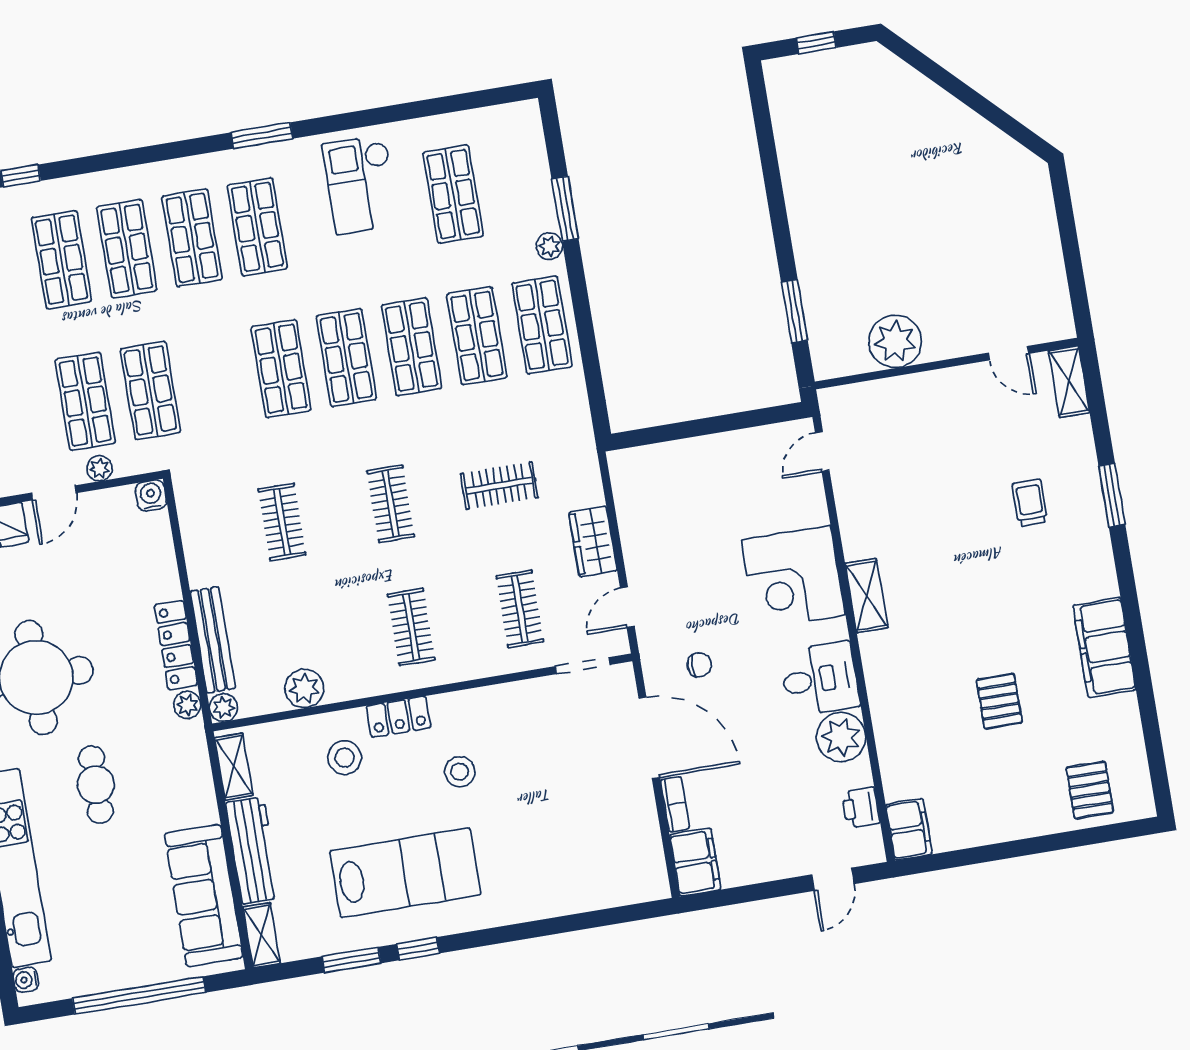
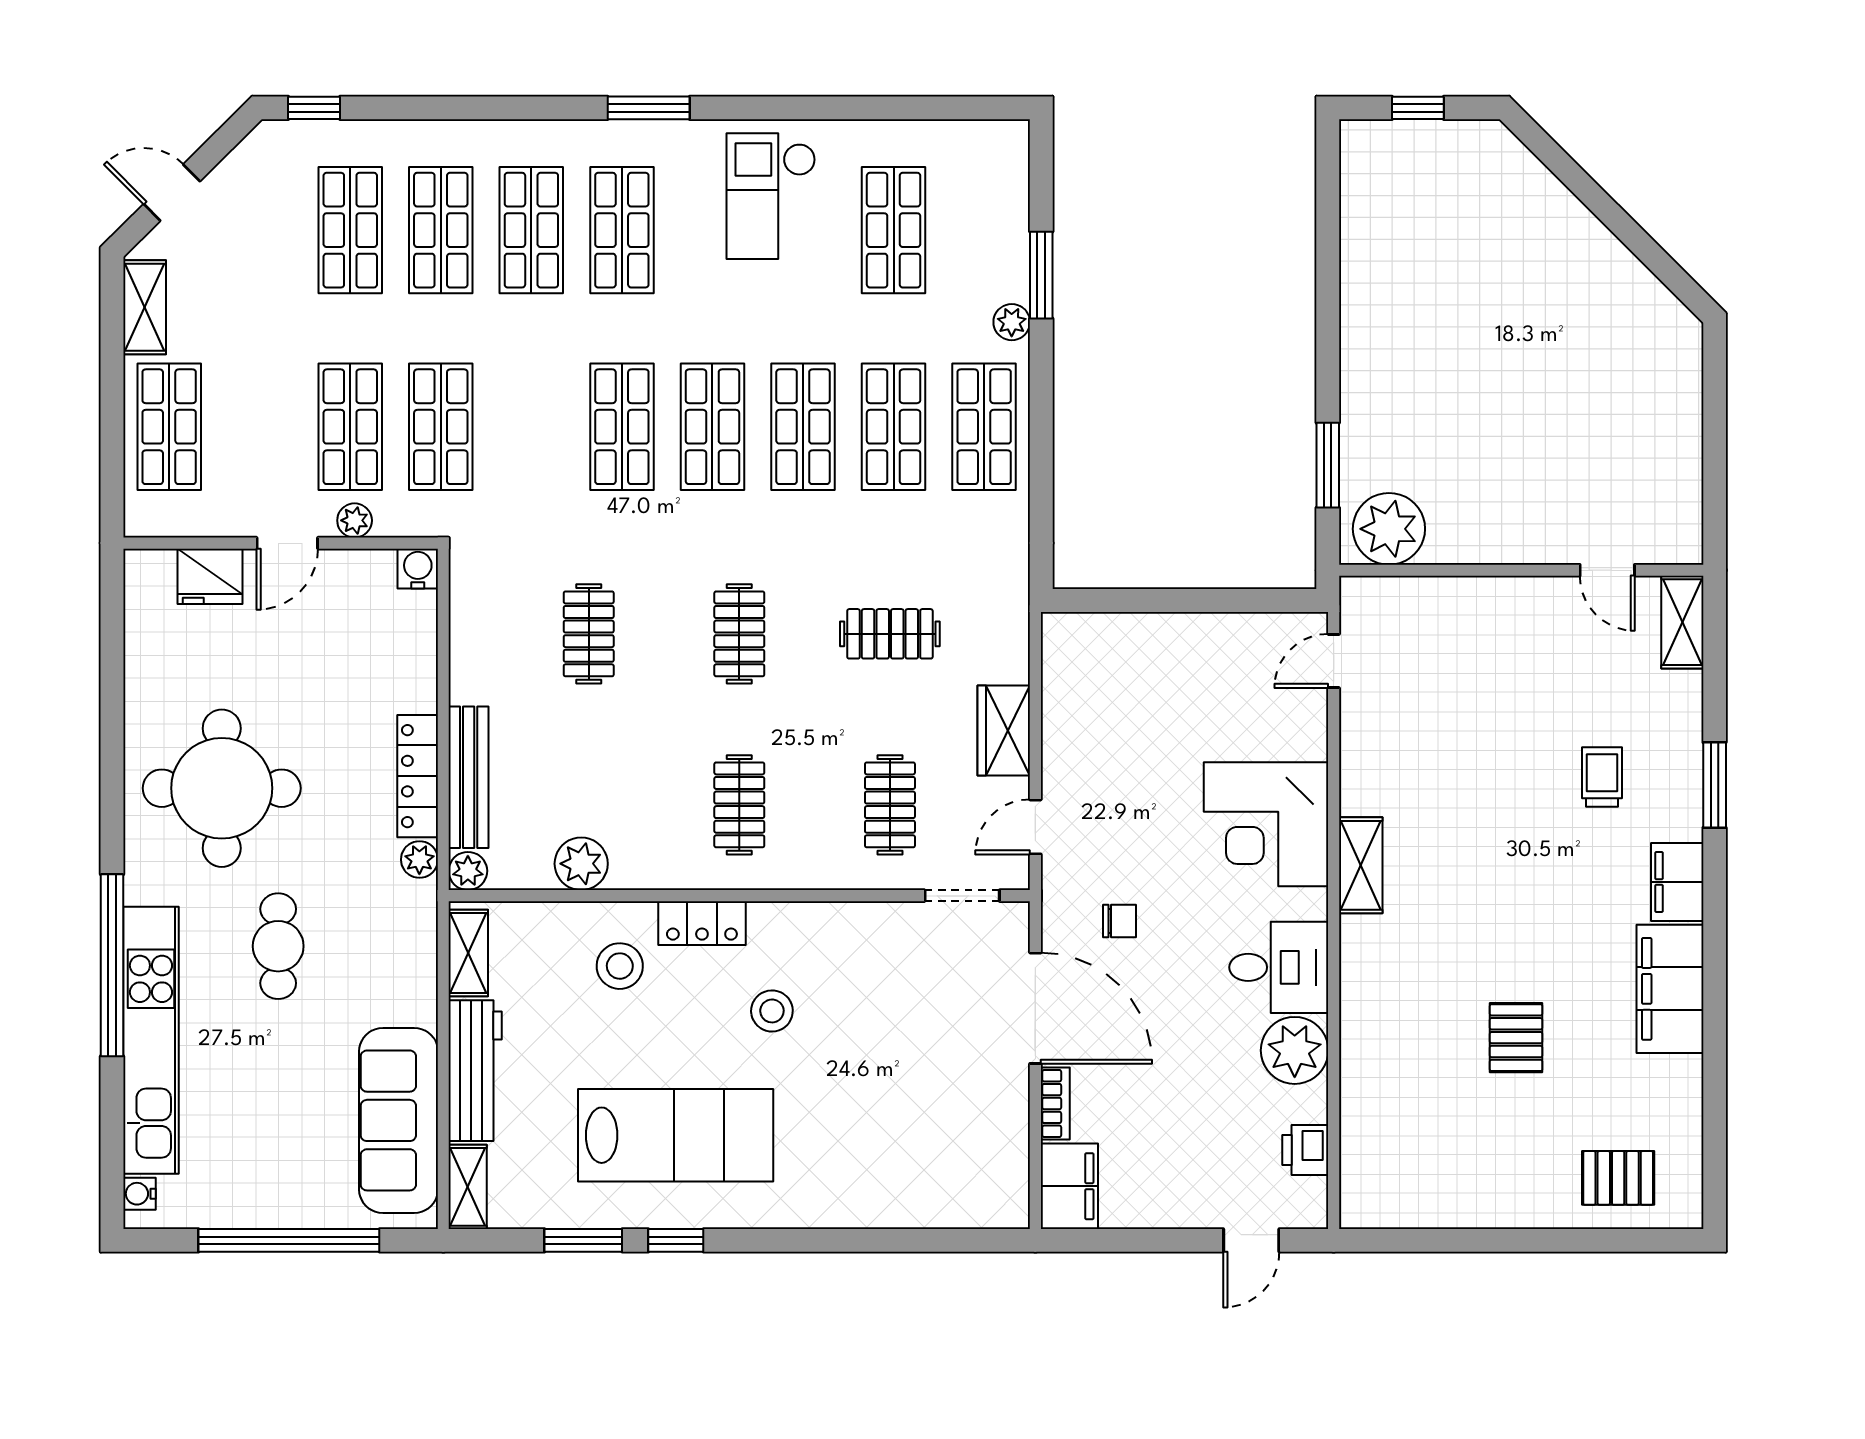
plant: (895, 341) -> (1389, 529), moved
pallet: (1090, 790) -> (1618, 1178), turned 90
filing cabinet: (909, 829) -> (1677, 882), moved, turned 180

